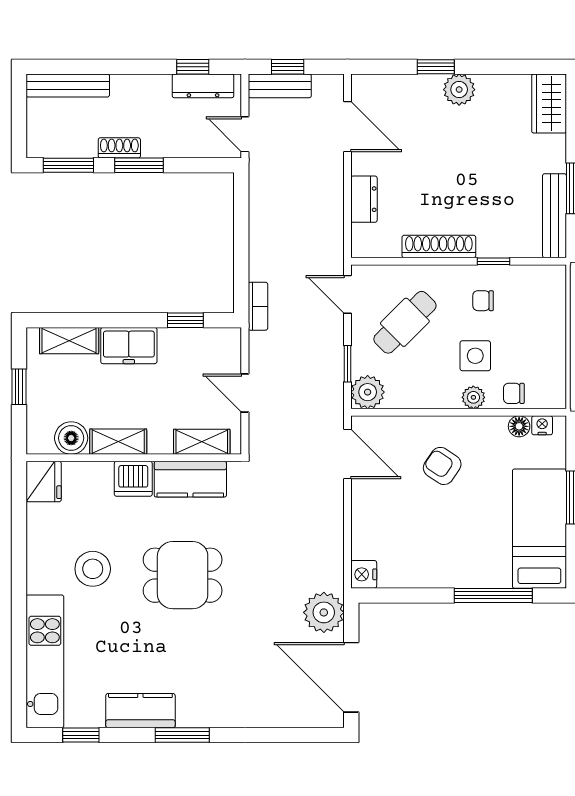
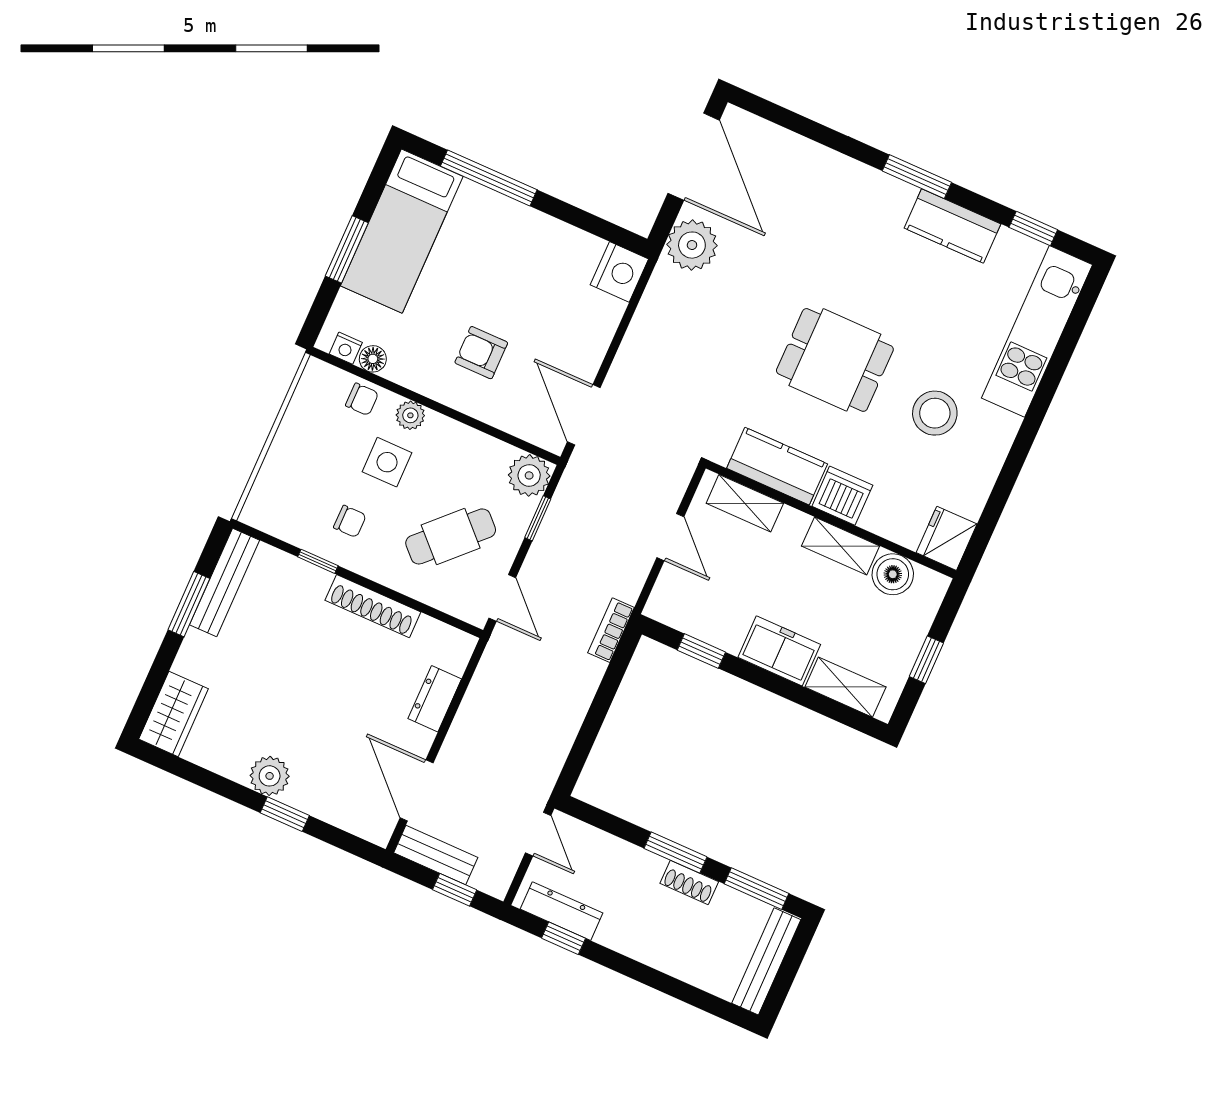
bench: (68, 85) -> (766, 961), moved, turned 90
bench: (280, 86) -> (436, 855), moved
armchair: (442, 466) -> (481, 353), turned 146
nightstand: (364, 574) -> (619, 272), width x1.36, depth x1.33

